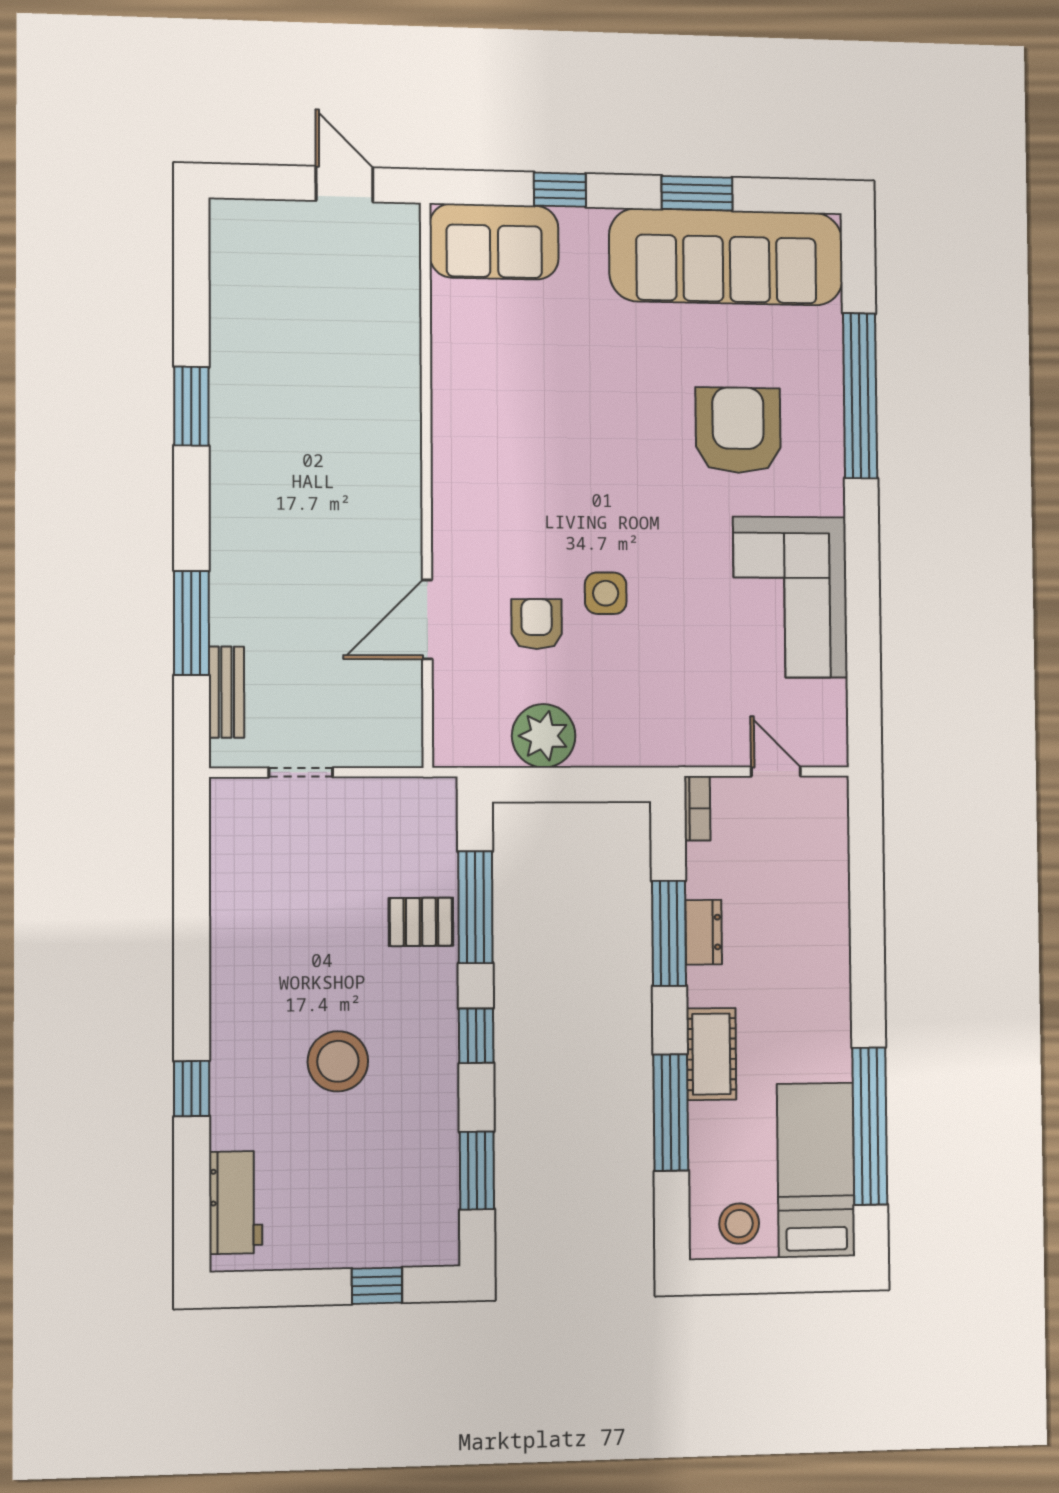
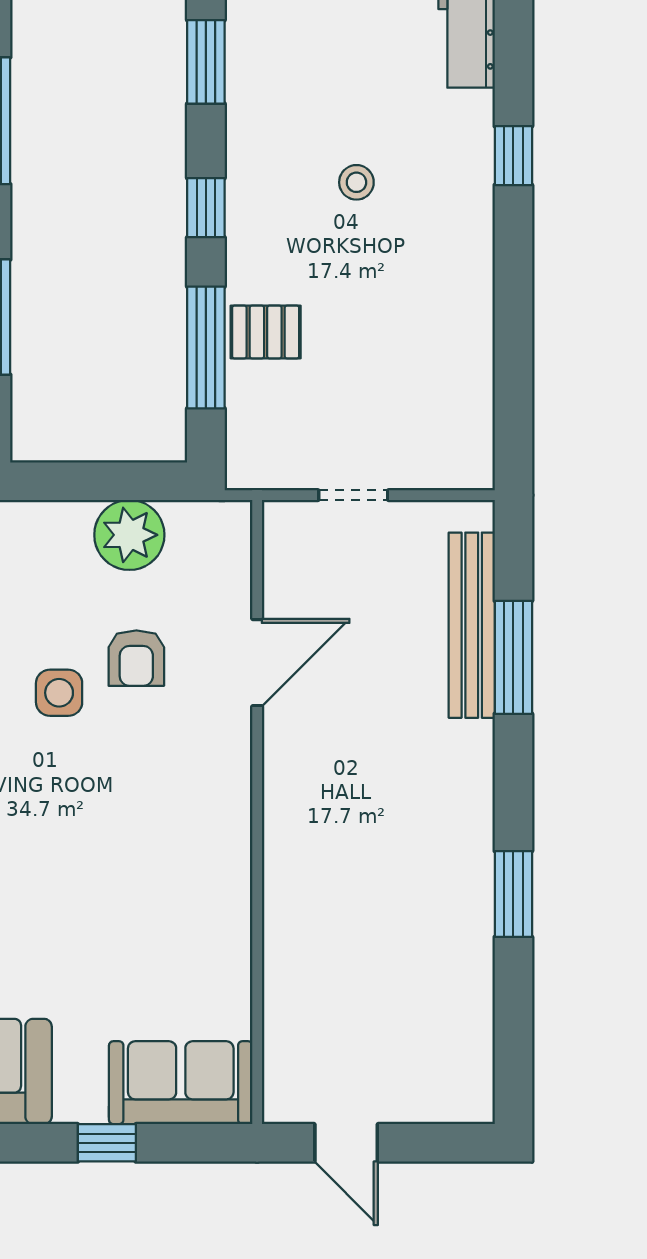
bench: (226, 692) -> (472, 625), width x1.86, depth x1.21
doorway: (301, 772) -> (353, 495), moved
stool: (338, 1061) -> (356, 182), width x0.53, depth x0.53

